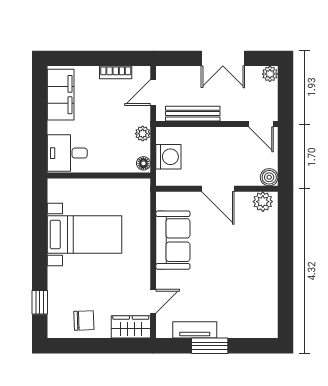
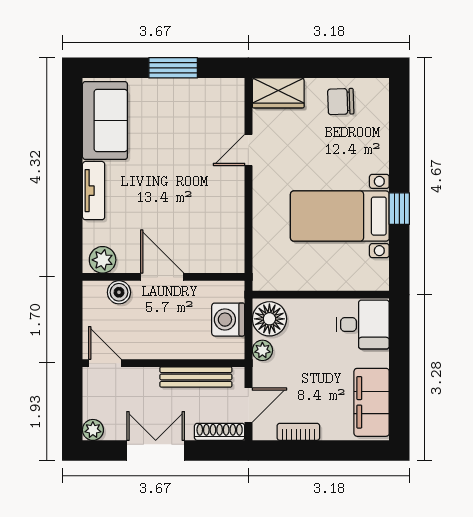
shoe rack: (175, 72) -> (220, 432), added
floor lamp: (143, 163) -> (269, 319), width x1.89, depth x1.89
boiler: (269, 177) -> (119, 292), moved
sofa: (173, 240) -> (105, 121), moved, turned 180
door: (153, 301) -> (248, 150), moved
window: (40, 302) -> (399, 209), moved
tv unit: (195, 330) -> (94, 191), moved, turned -90

